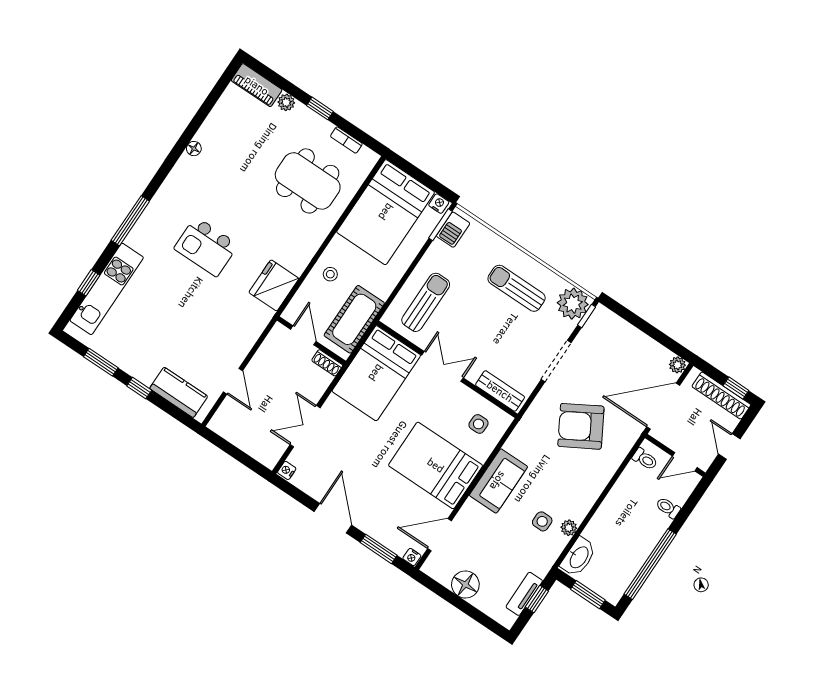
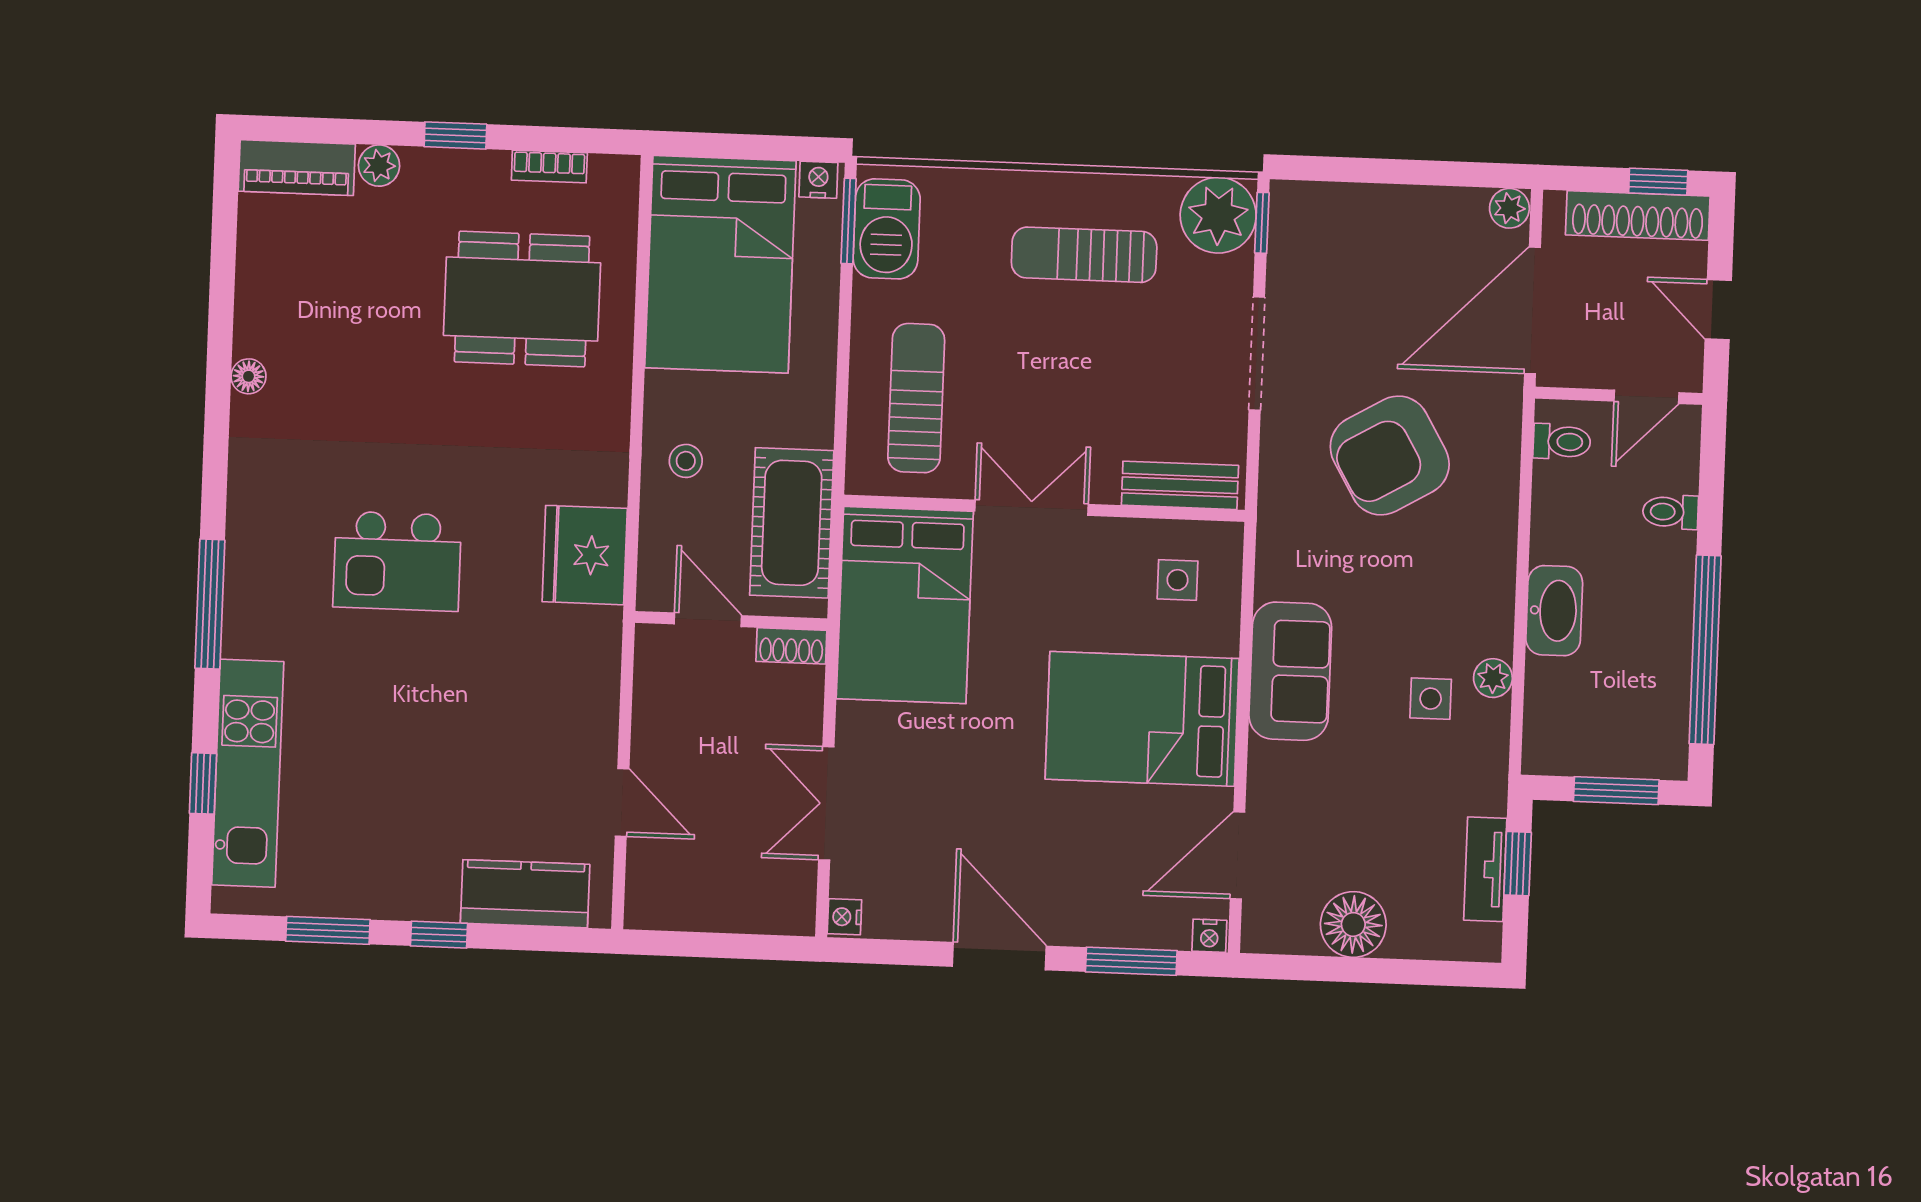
barbecue: (453, 230) -> (887, 229), width x1.38, depth x1.27
washbasin: (579, 557) -> (1554, 611), moved

